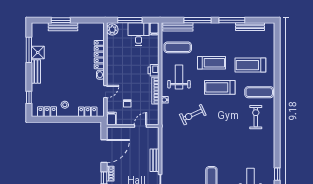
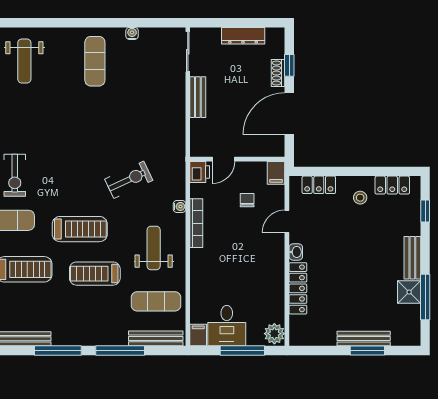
printer: (154, 70) -> (200, 172), moved
weight bench: (179, 77) -> (154, 248), turned 180

